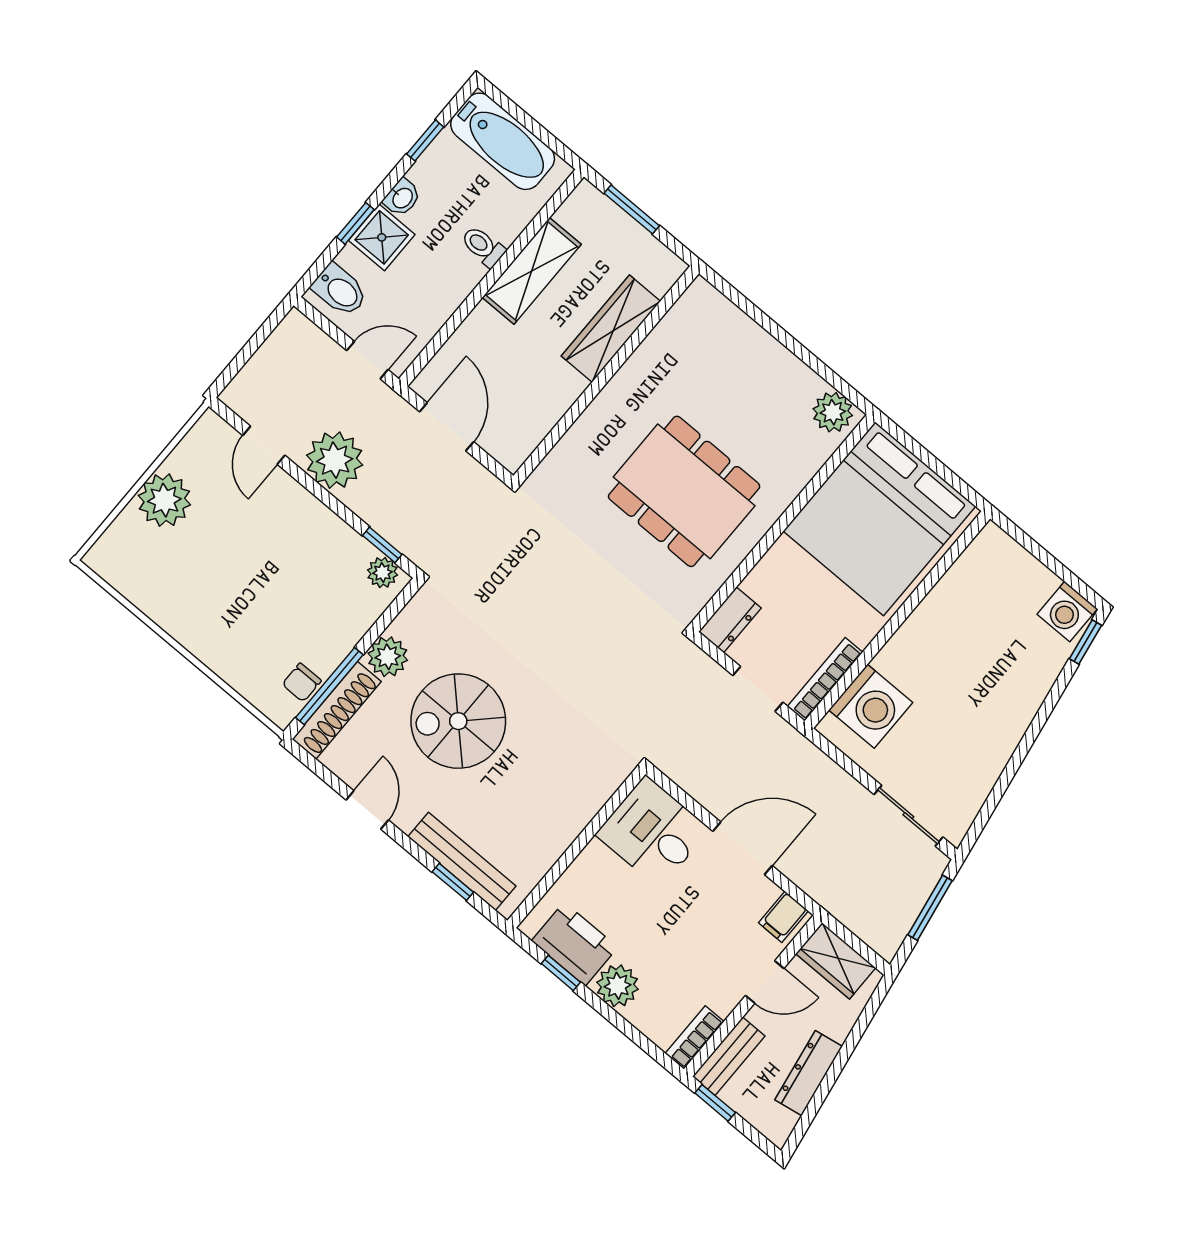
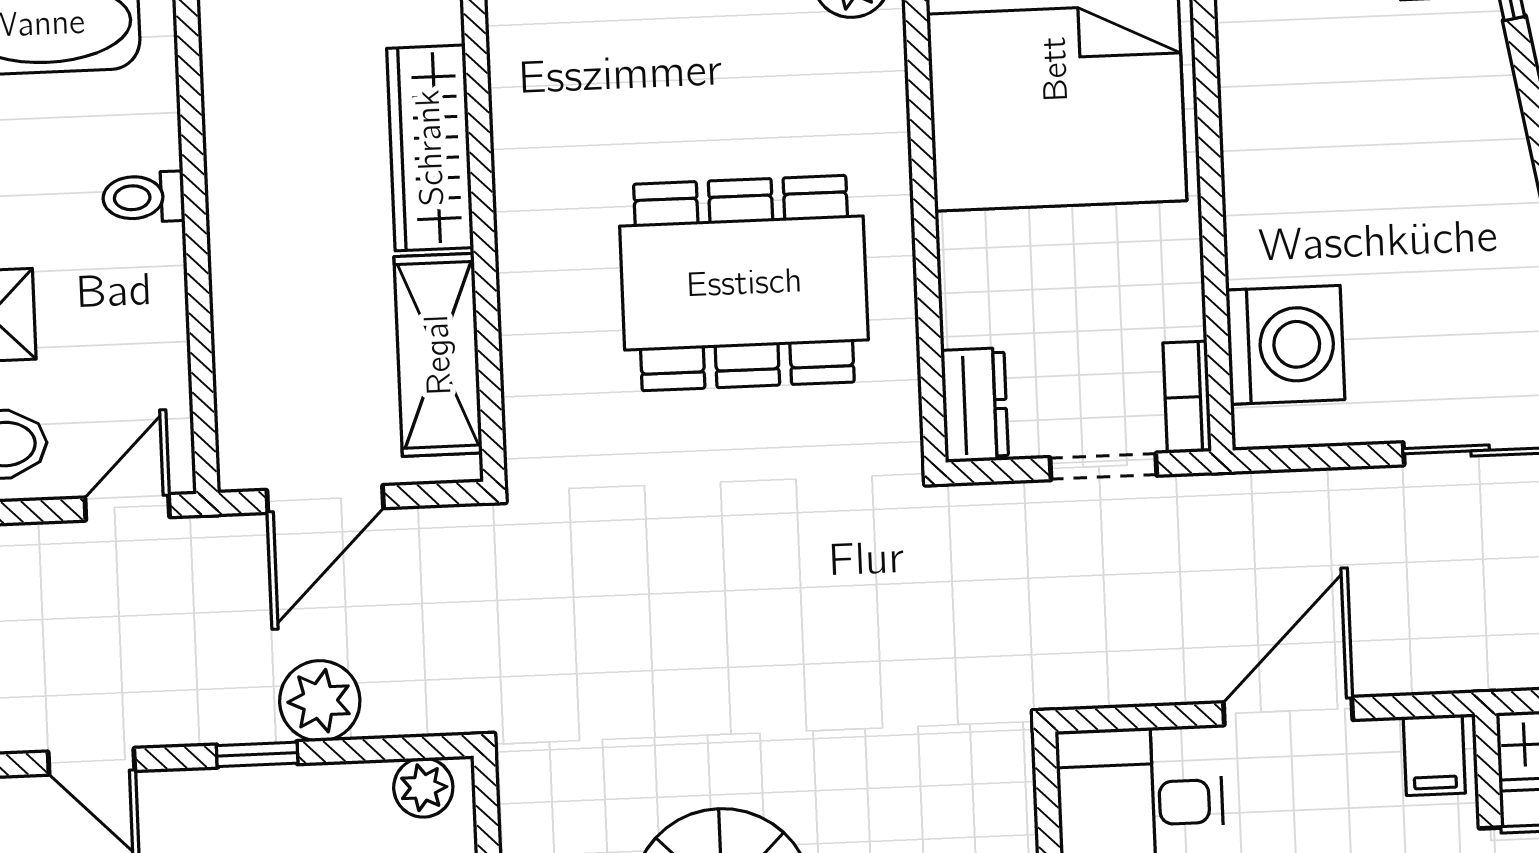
shelving: (532, 271) -> (438, 355), moved
door: (447, 427) -> (325, 499), swing flipped
plant: (335, 460) -> (320, 701), moved, width x0.73, depth x0.73
window: (382, 545) -> (257, 754), moved
bookcase: (825, 679) -> (1187, 397), width x0.64

